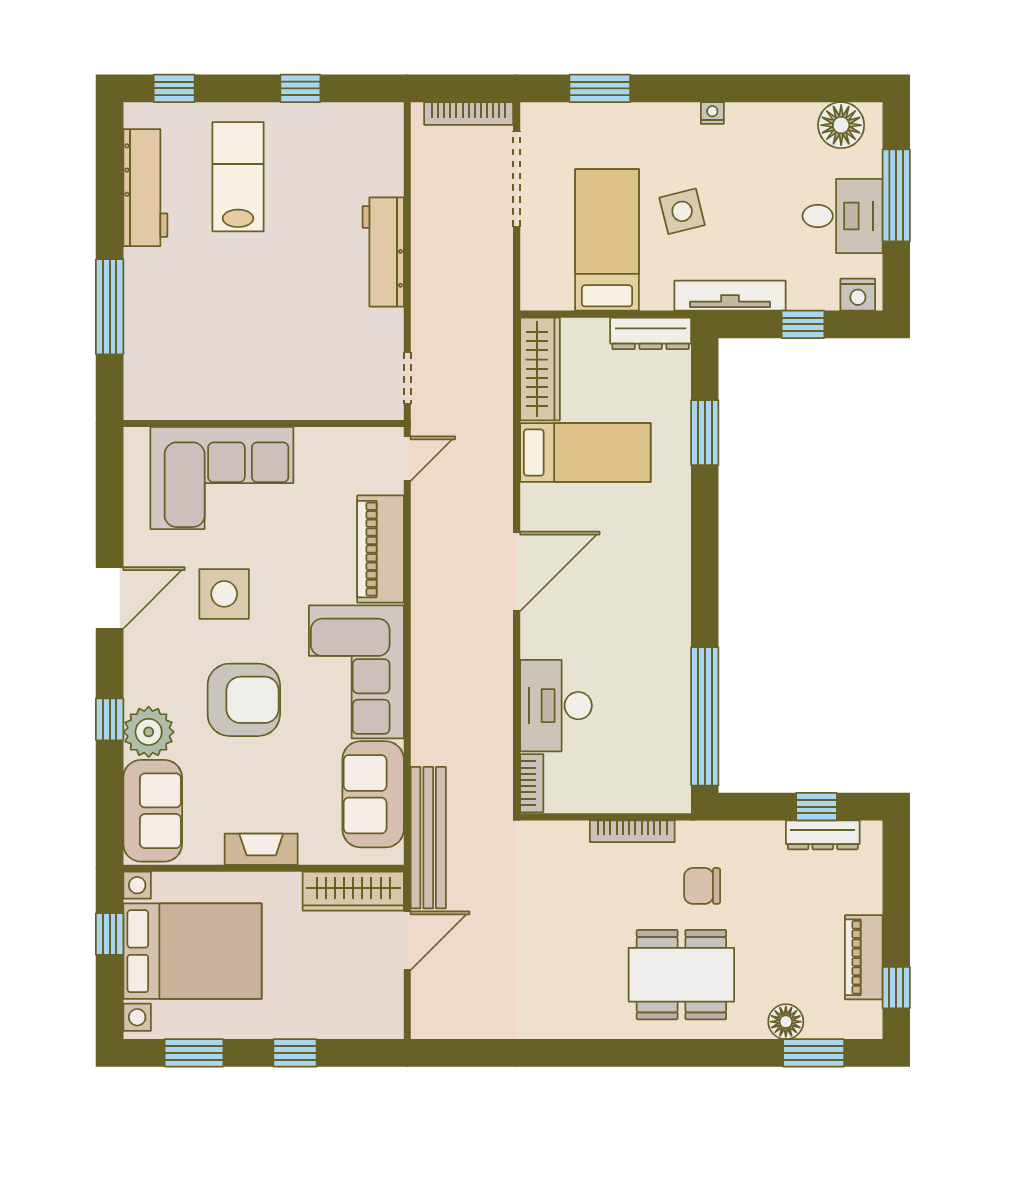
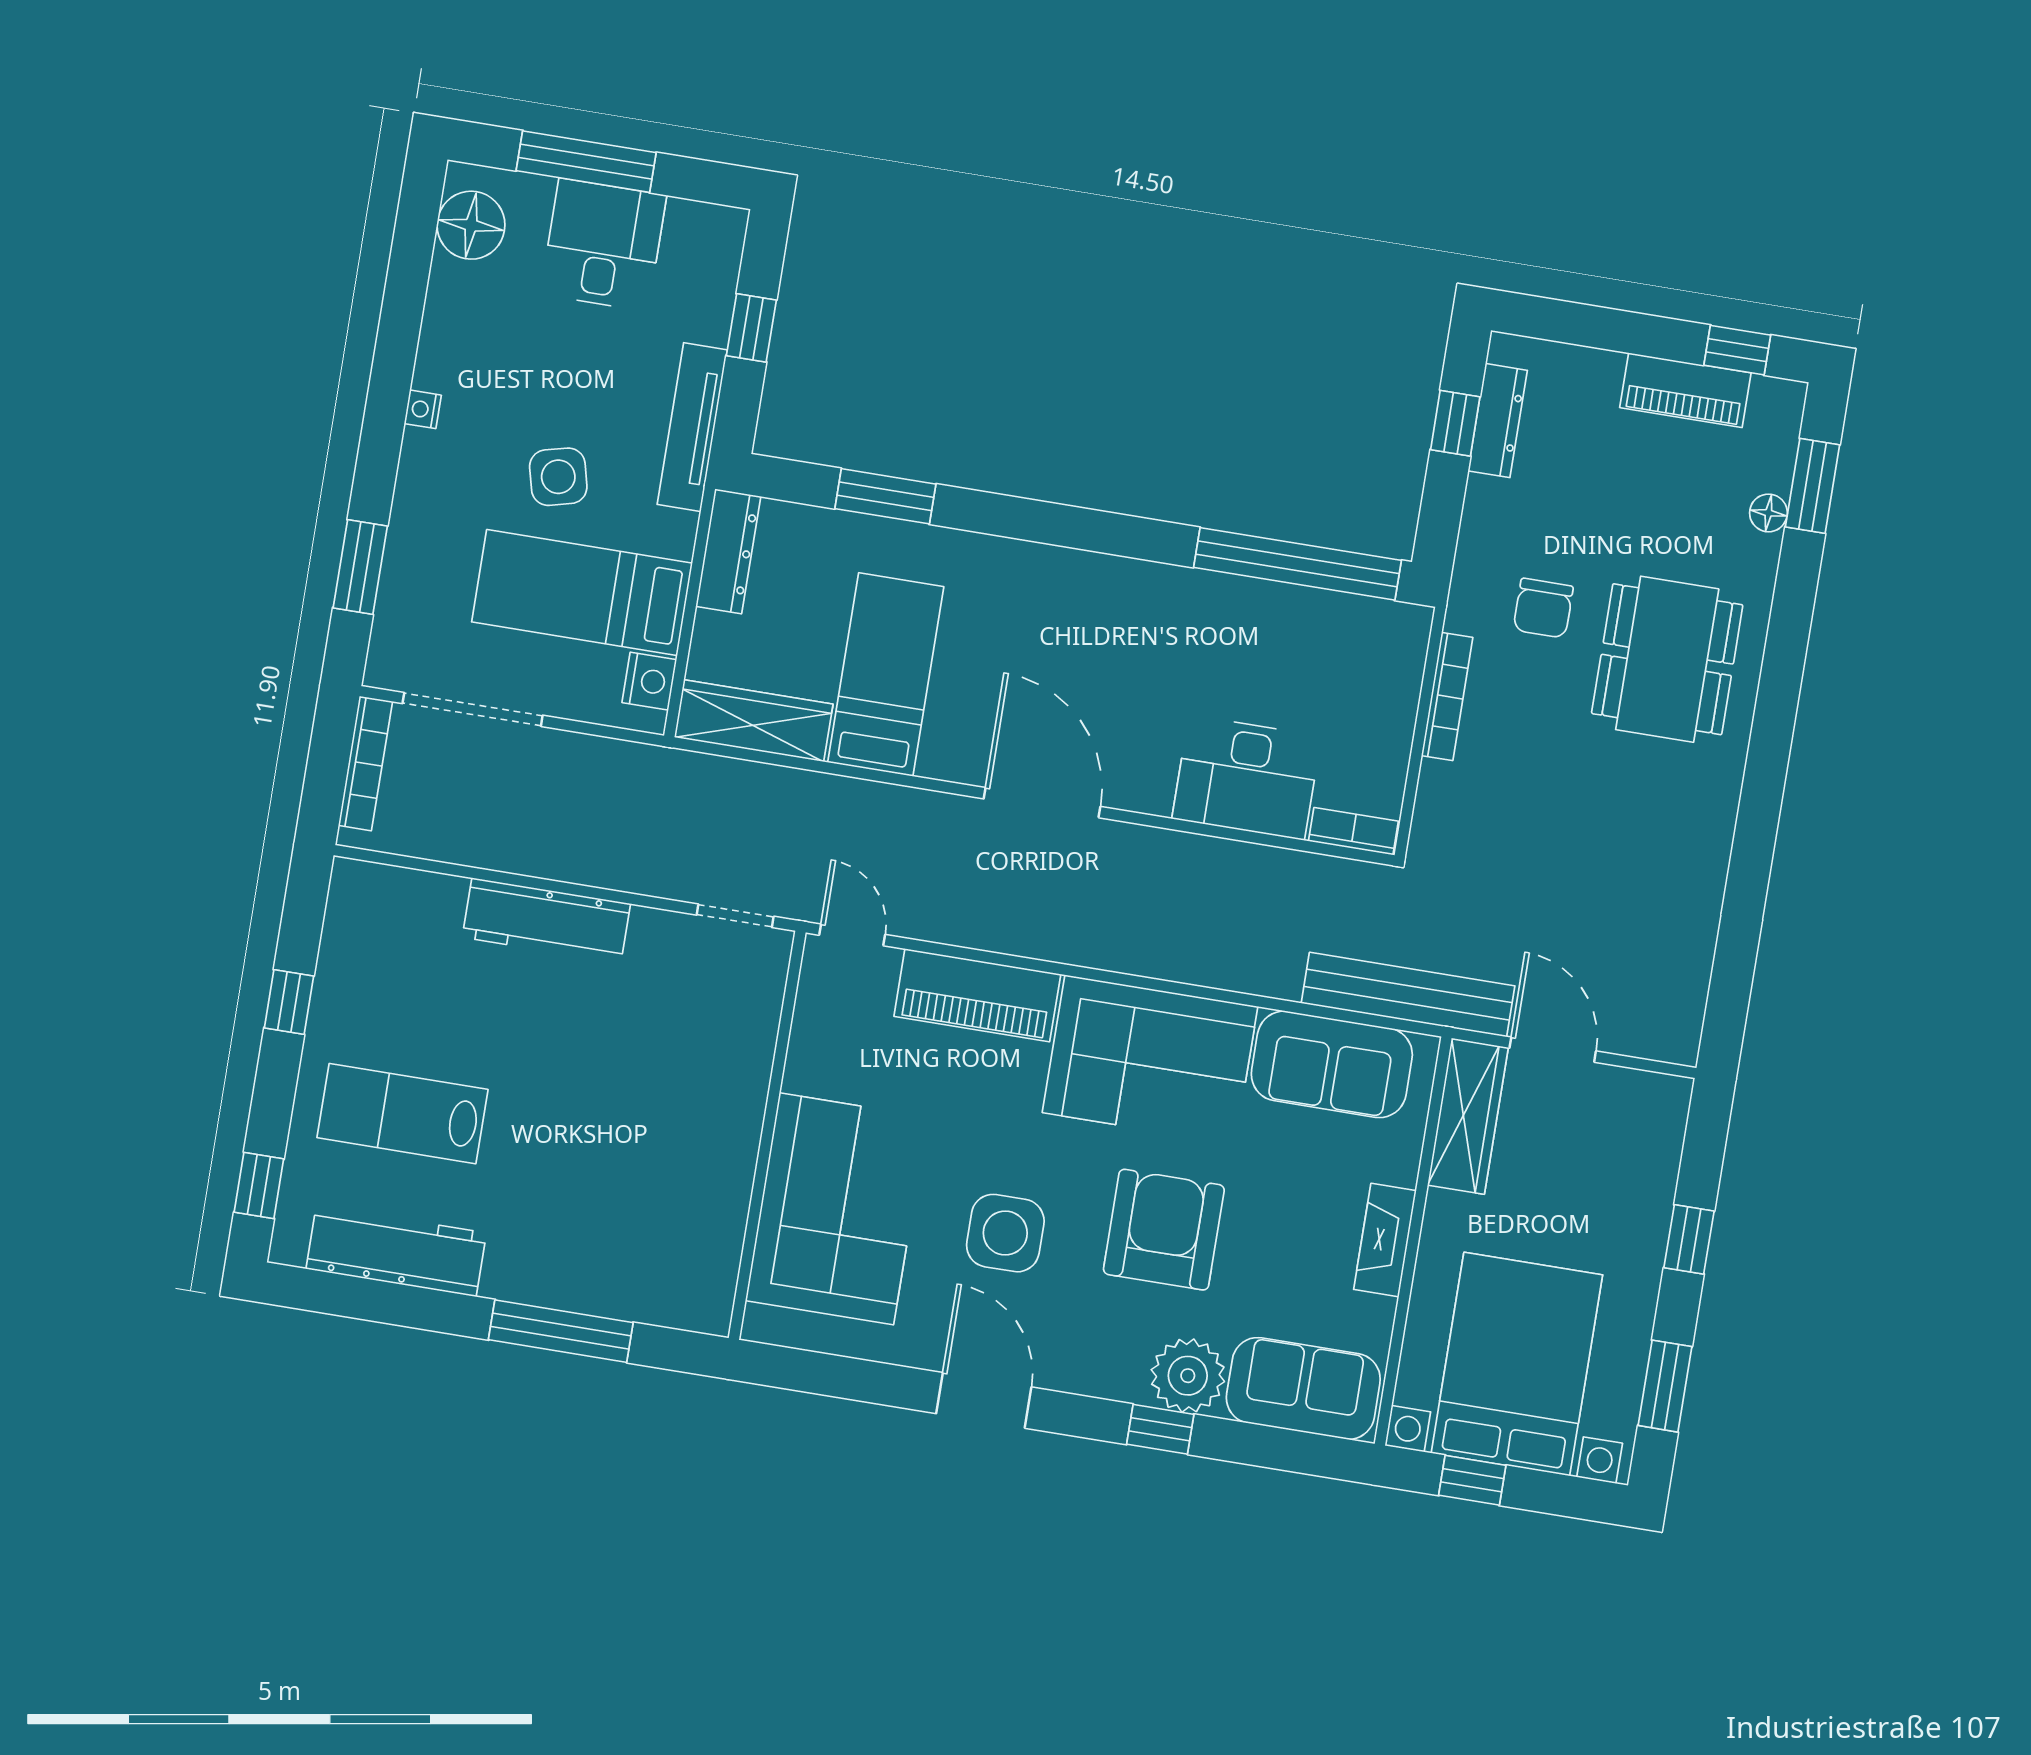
nightstand: (858, 295) -> (649, 681), moved
floor lamp: (786, 1022) -> (1768, 513), width x0.73, depth x0.73

